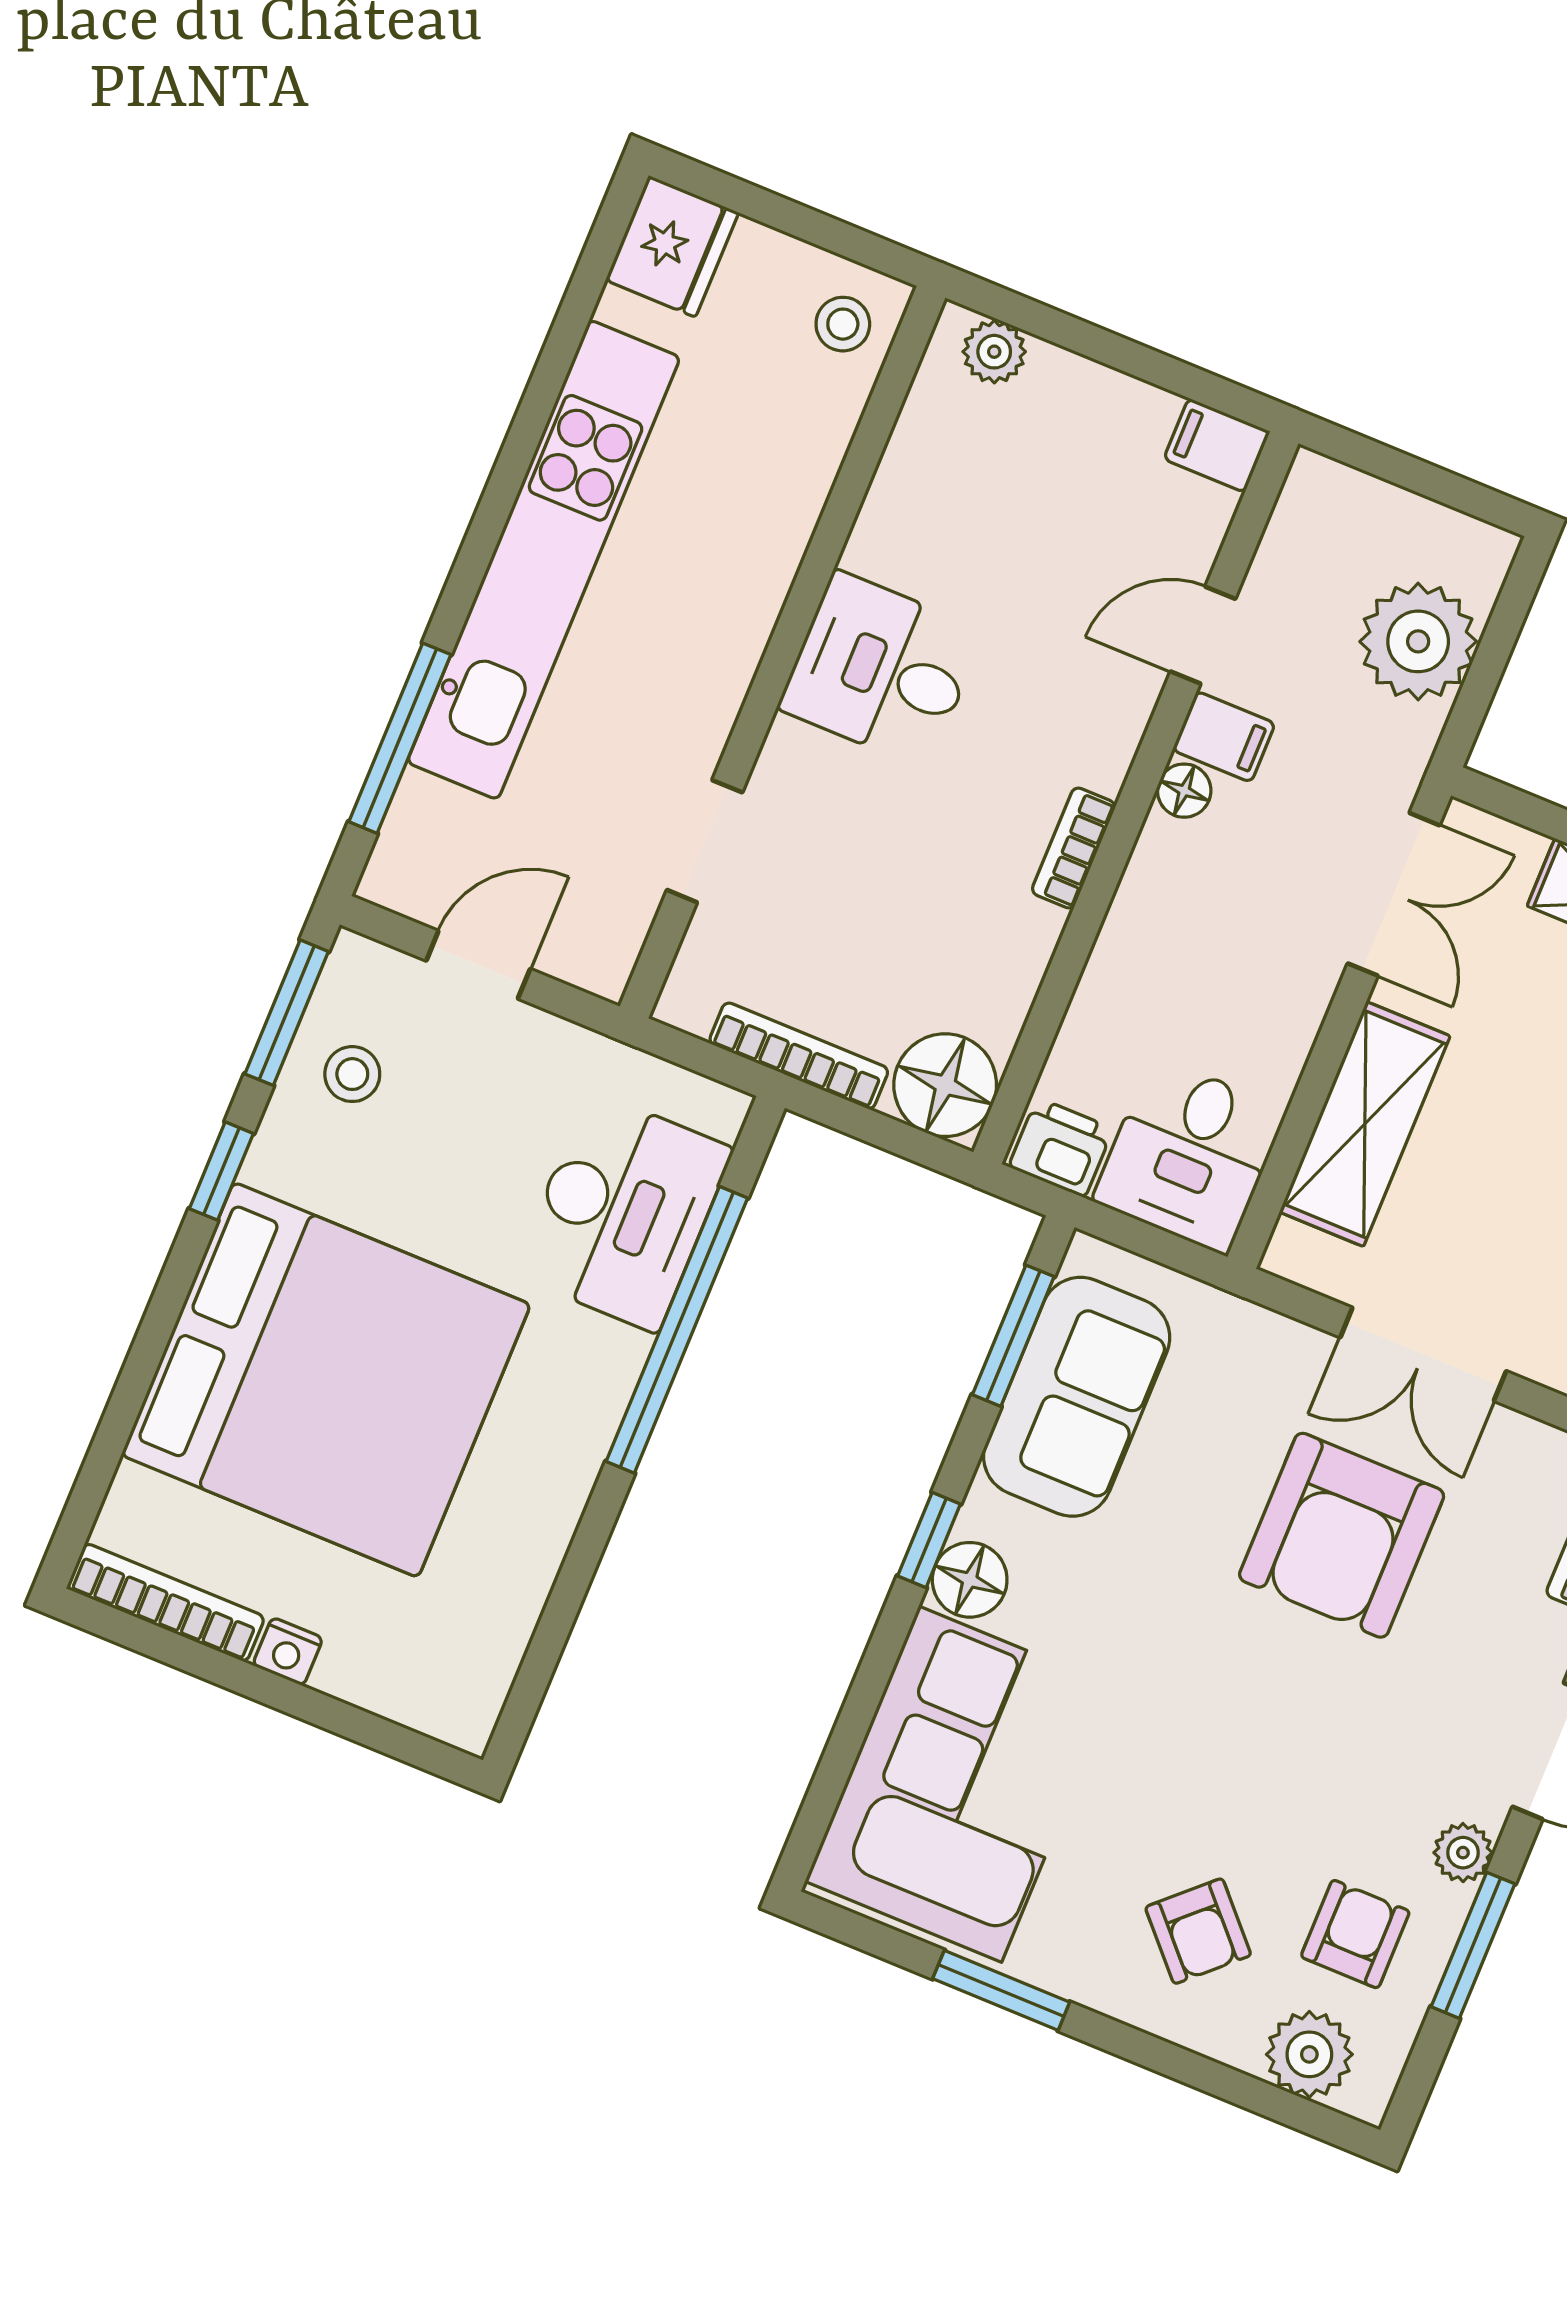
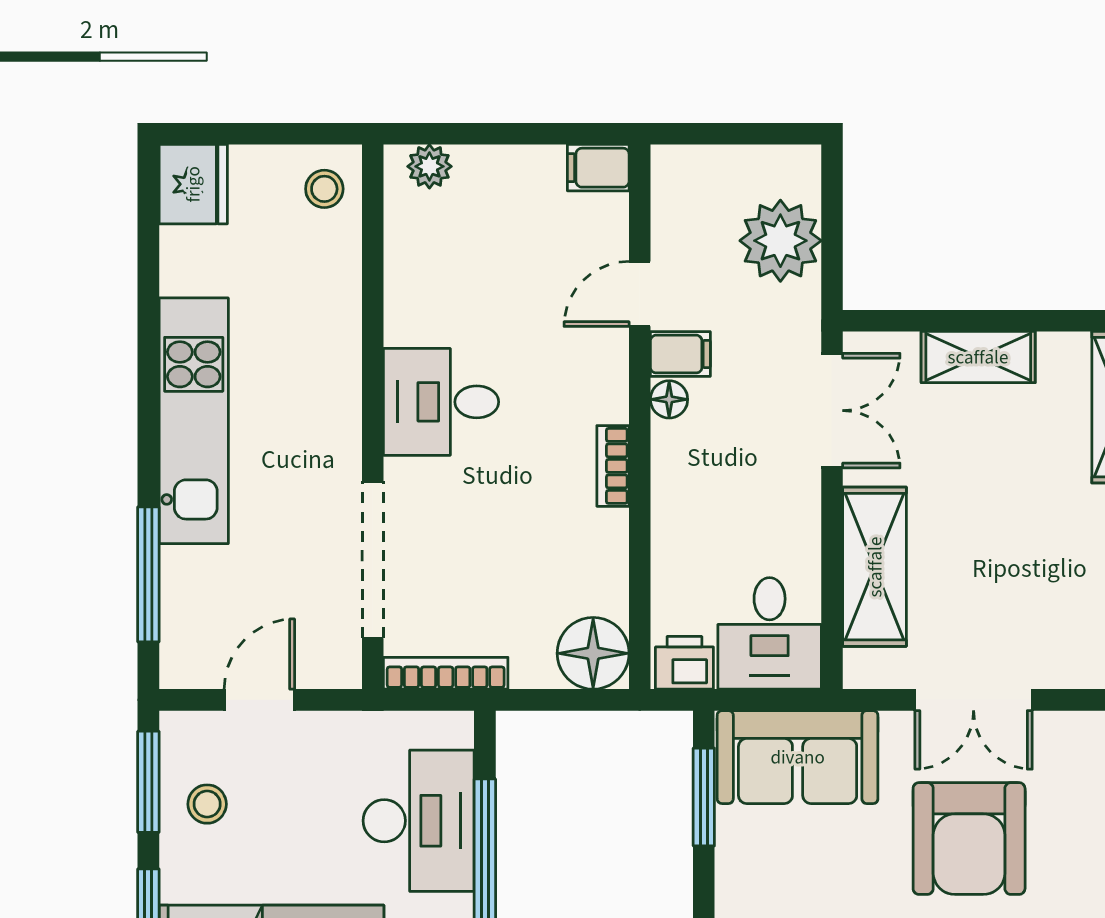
kitchen unit: (544, 560) -> (194, 421), width x0.73
doorway: (705, 841) -> (373, 560), width x1.87
bookcase: (799, 1056) -> (446, 673), moved
sofa: (1077, 1397) -> (798, 757), moved, turned 90

